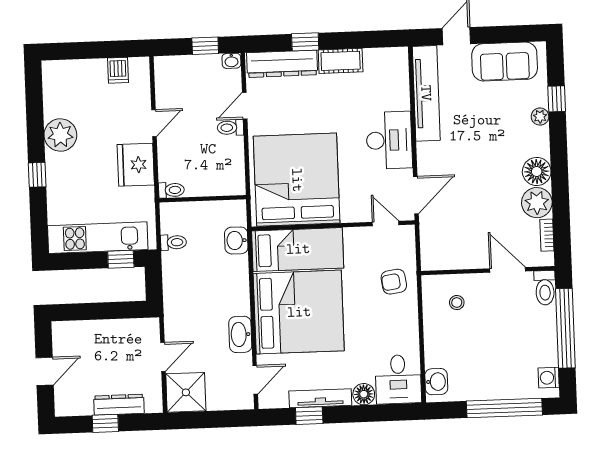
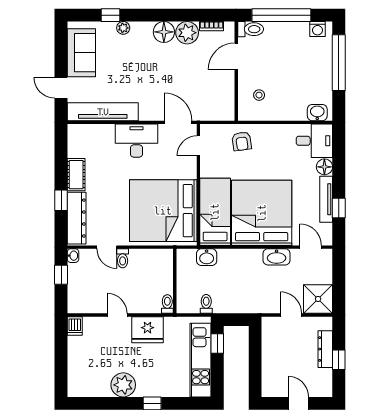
dishwasher: (118, 70) -> (75, 326), moved, turned 90

